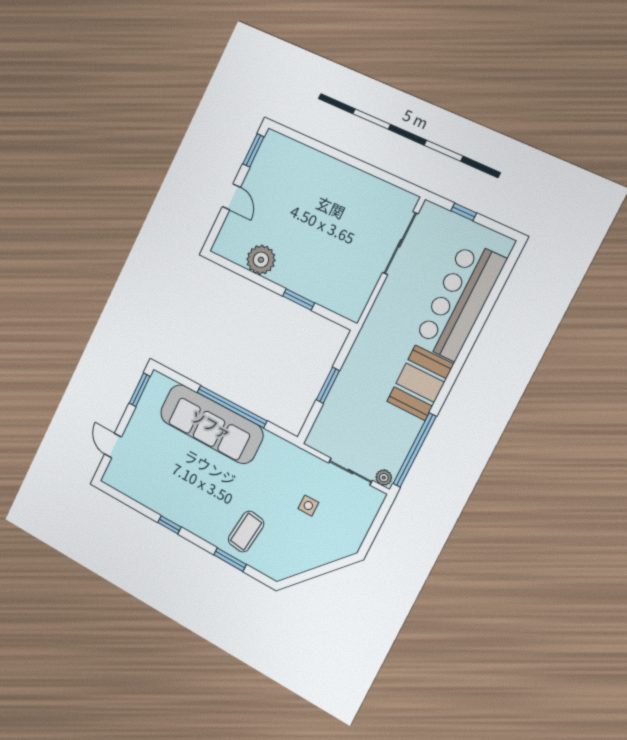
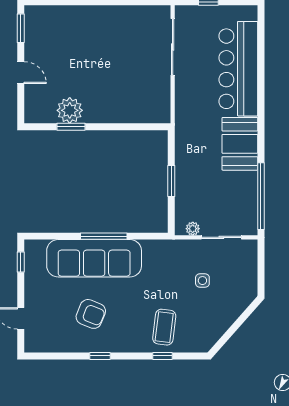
window: (299, 299) -> (71, 127), moved
window: (140, 390) -> (21, 262), width x0.67
window: (232, 407) -> (104, 236), width x0.68
armchair: (181, 478) -> (91, 314), added
plant: (384, 478) -> (193, 229), moved
window: (230, 560) -> (163, 356), width x0.67

